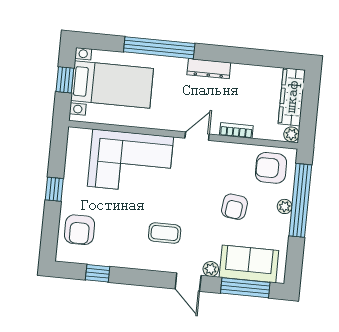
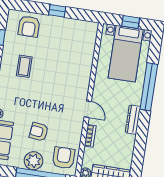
corner sofa: (130, 161) -> (73, 63), removed
plant: (285, 206) -> (33, 161), width x1.88, depth x1.88
armchair: (80, 230) -> (29, 26), turned -90
coffee table: (165, 233) -> (24, 66), moved

